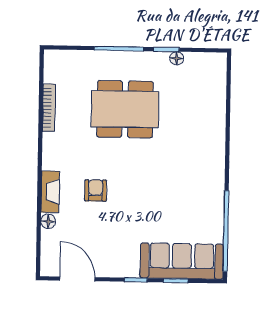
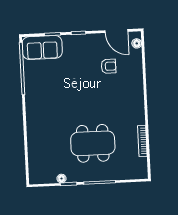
armchair: (96, 190) -> (109, 66), moved, turned -90
fireplace: (50, 192) -> (138, 86), removed
floor lamp: (48, 221) -> (137, 43), moved
sofa: (182, 261) -> (42, 47), width x0.73

